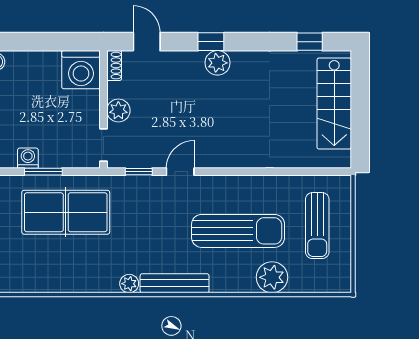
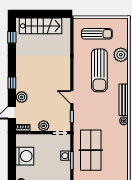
plant: (218, 63) -> (22, 97), moved
washing machine: (81, 70) -> (25, 156), moved
washing machine: (28, 158) -> (66, 156), moved
sun lounger: (238, 231) -> (99, 70), turned 180

